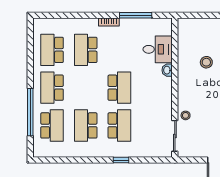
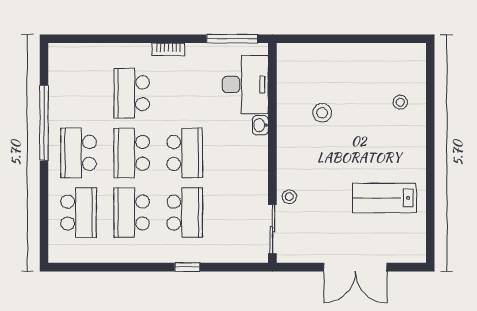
window: (136, 15) -> (232, 39), moved
desk: (158, 49) -> (245, 84), width x1.37
school desk: (52, 50) -> (132, 153), moved
window: (30, 112) -> (44, 123), moved

